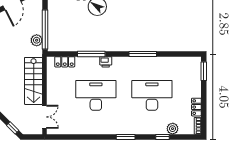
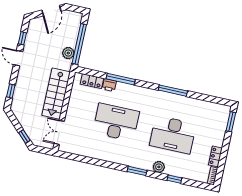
printer: (106, 62) -> (109, 85), moved
desk: (152, 95) -> (173, 135), turned 180
double door: (45, 117) -> (59, 132), swing flipped
plant: (173, 129) -> (159, 167), moved

